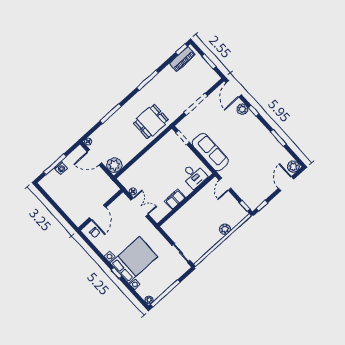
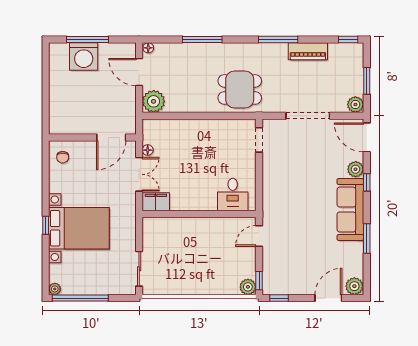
piano: (182, 59) -> (308, 51), moved
plant: (214, 78) -> (355, 105), added
door: (234, 89) -> (367, 137), hinge flipped
sofa: (210, 152) -> (350, 210), moved, turned 180
washing machine: (61, 168) -> (84, 56), width x1.89, depth x1.89
filing cabinet: (175, 199) -> (156, 202), moved
door: (98, 213) -> (111, 138), moved
plant: (225, 229) -> (248, 287), moved

